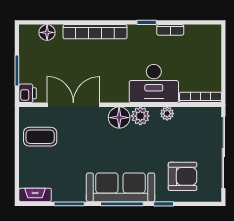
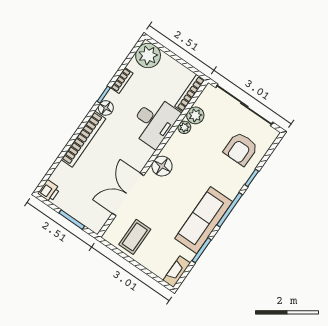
floor lamp: (47, 32) -> (106, 108), moved
plant: (208, 38) -> (148, 56), added
printer: (27, 93) -> (49, 191), moved, turned 90
plant: (140, 116) -> (195, 115), moved
armchair: (182, 176) -> (241, 149), turned 180
sofa: (121, 187) -> (204, 220), moved

